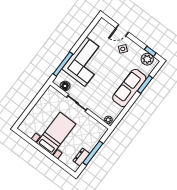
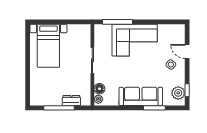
floor lamp: (65, 86) -> (99, 89), moved
bed with nightstands: (56, 133) -> (48, 46), moved, turned 90
dresser: (81, 157) -> (71, 101), moved

